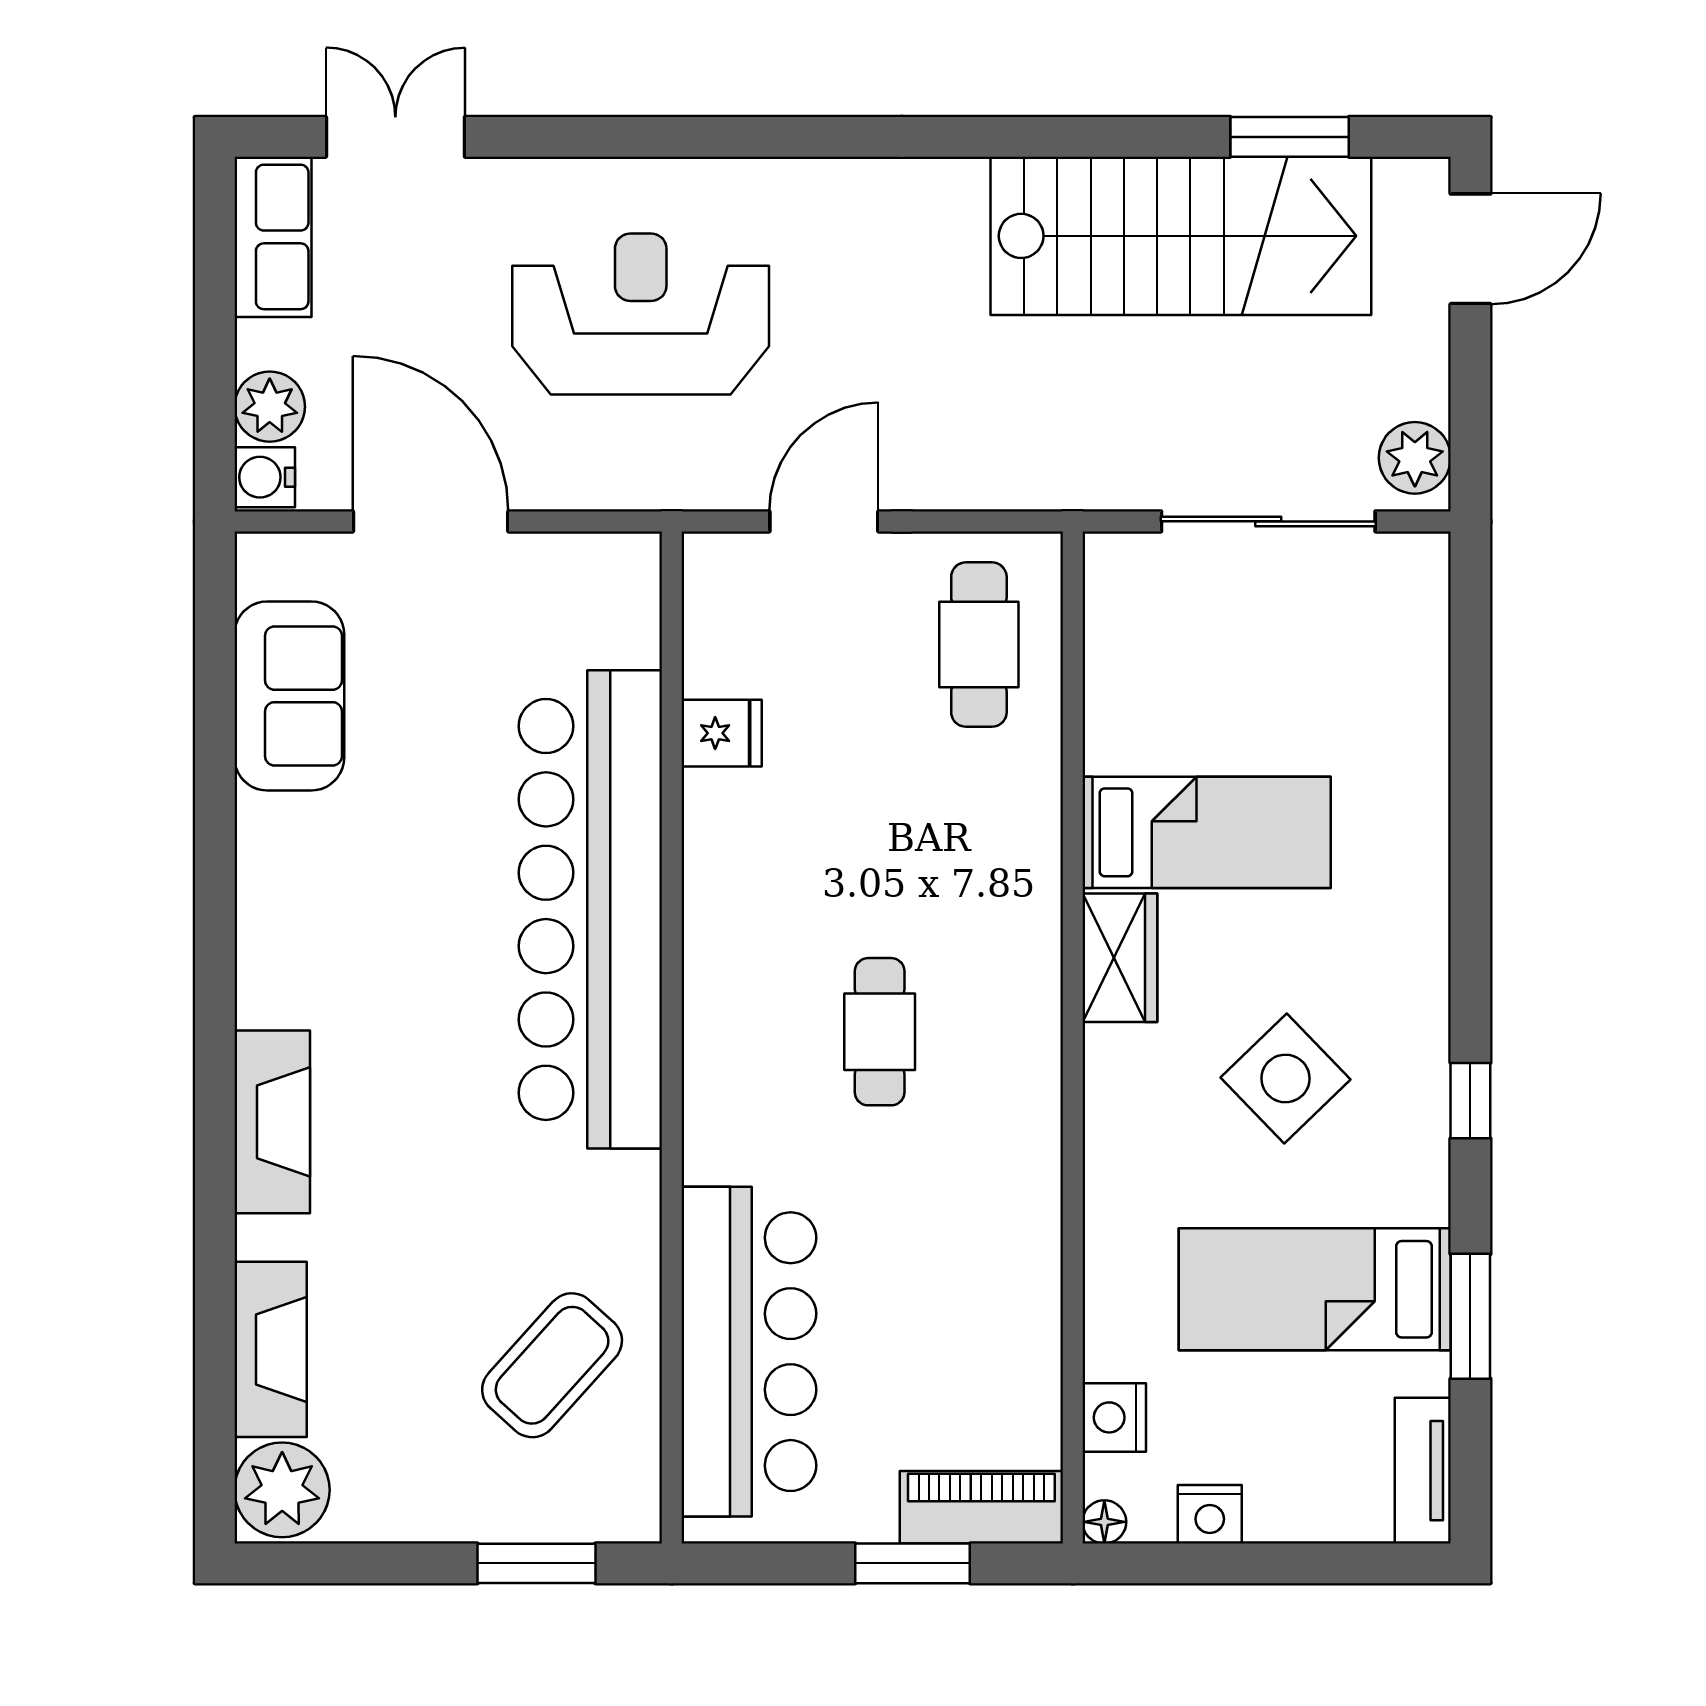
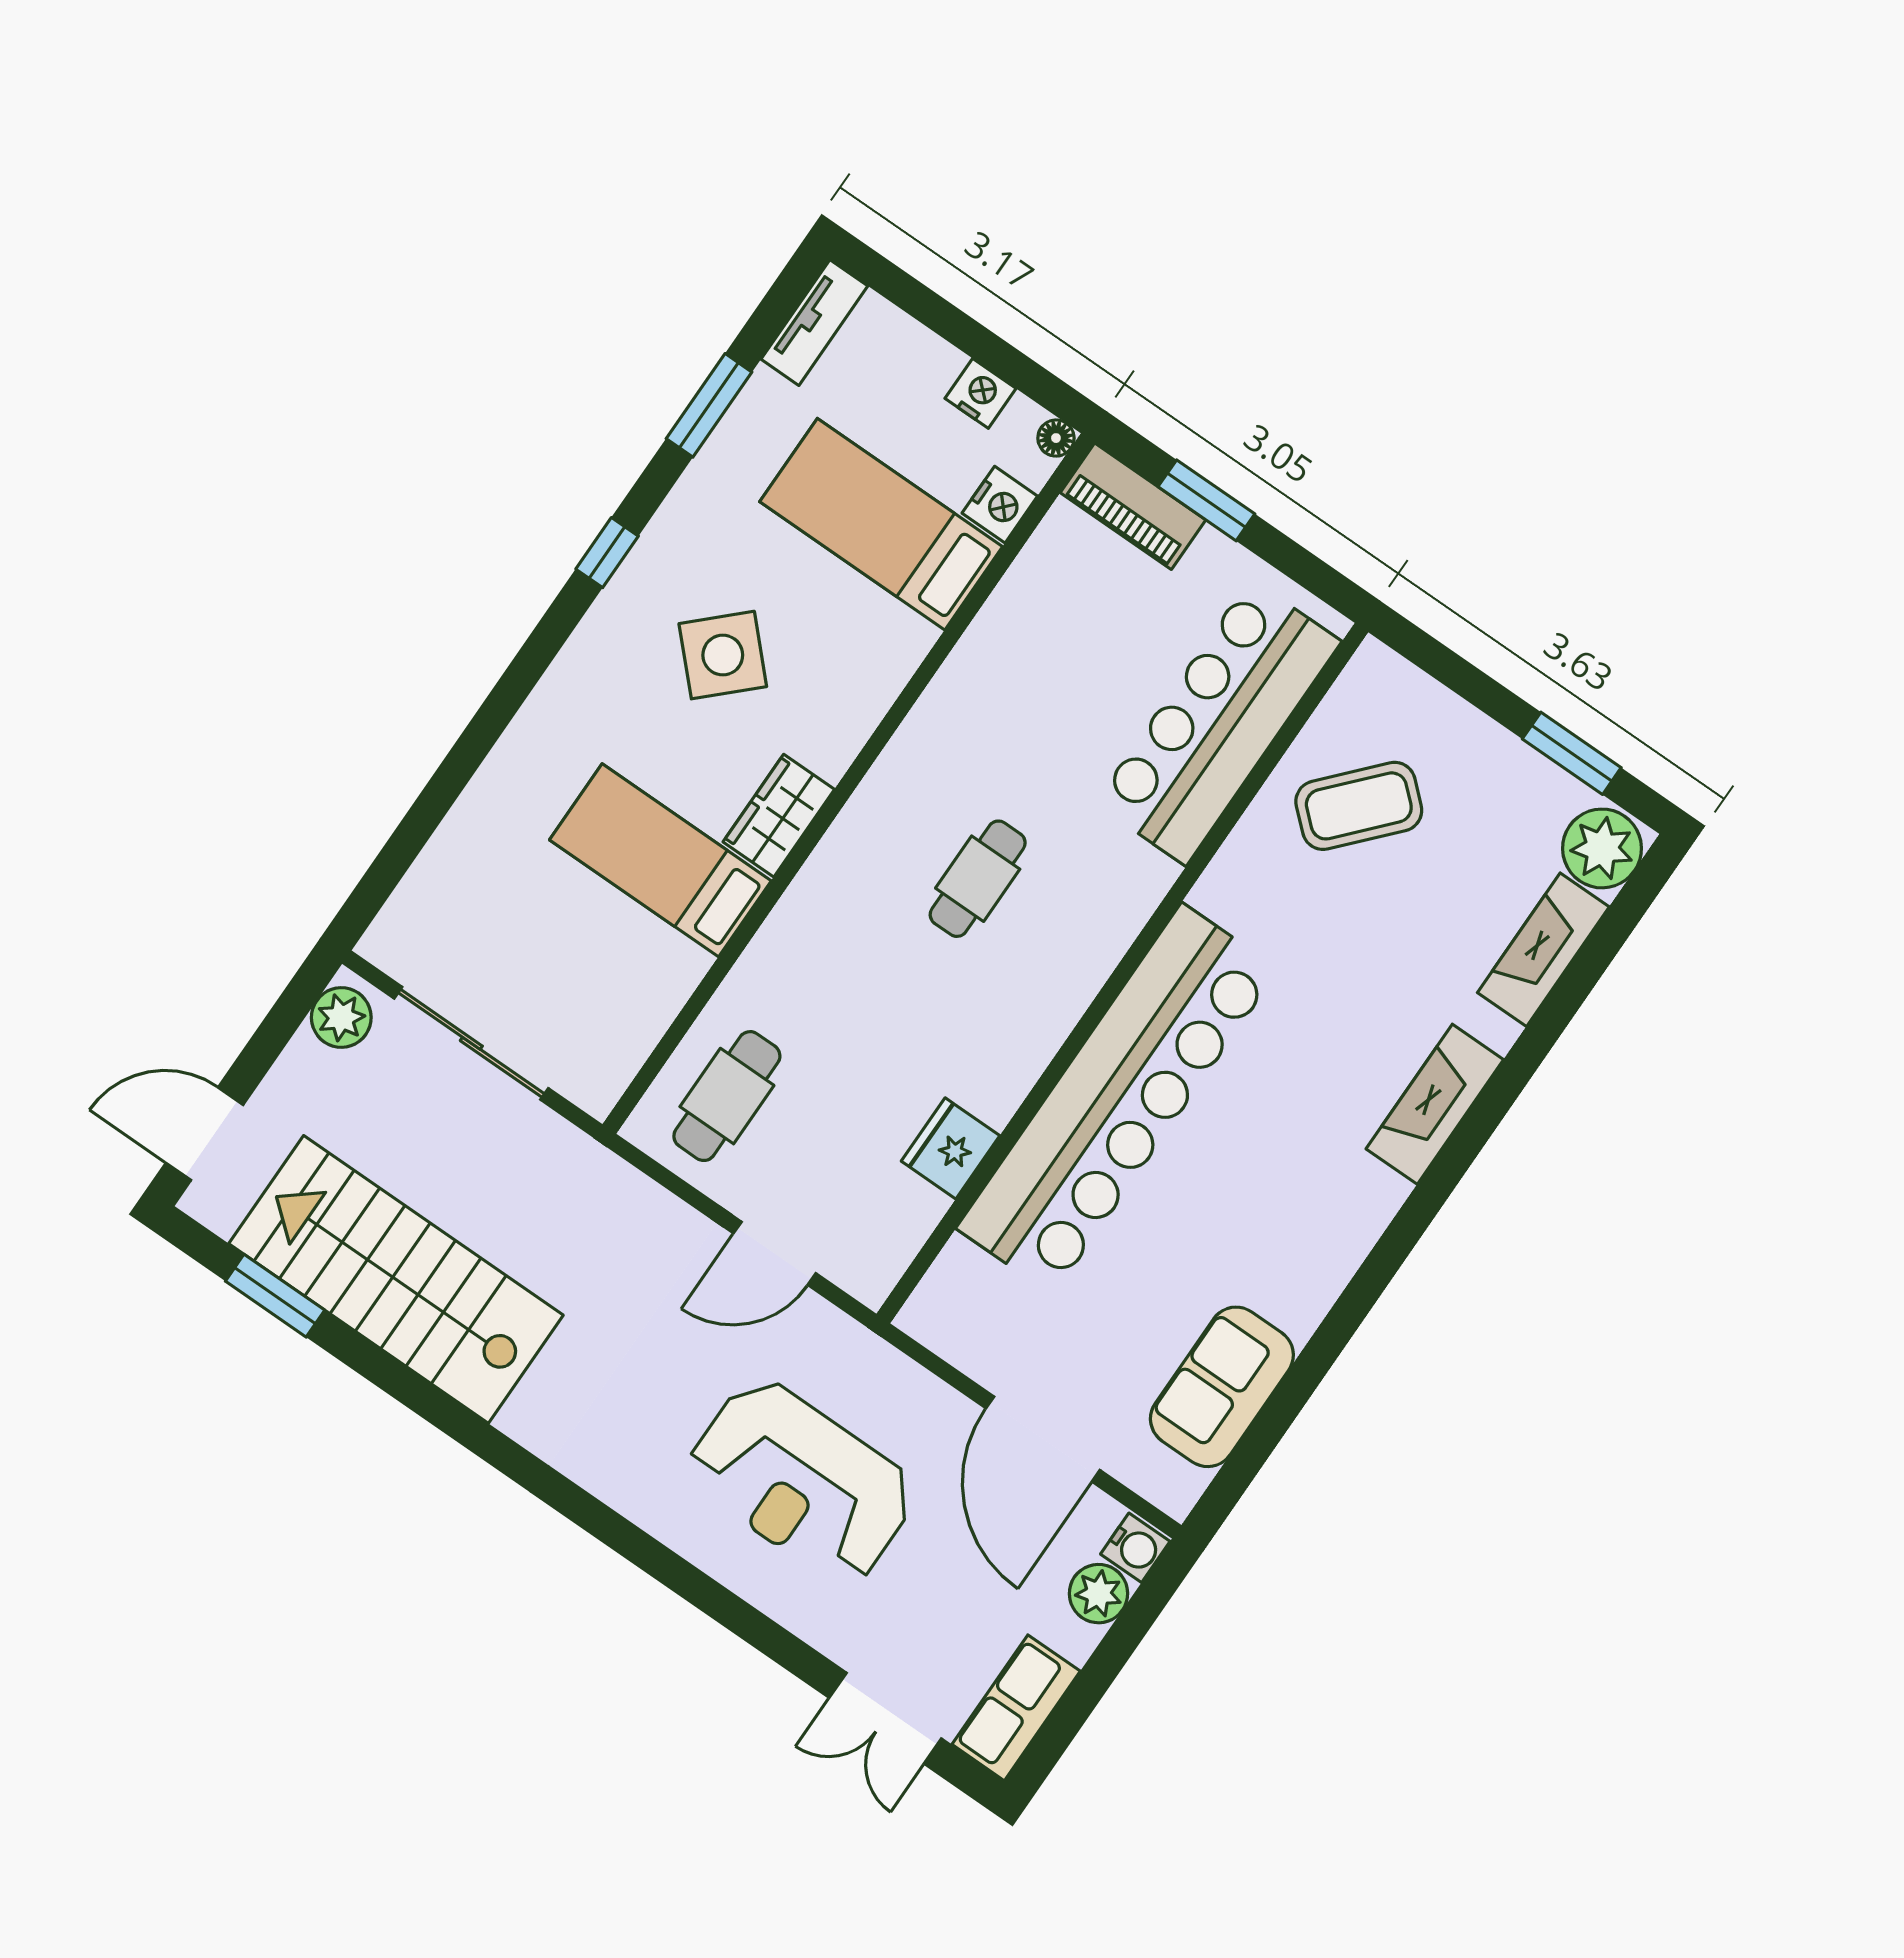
fridge: (722, 733) -> (951, 1148), width x1.38
bed: (1315, 1289) -> (881, 524), moved, turned 180
window: (536, 1563) -> (1572, 753), moved

